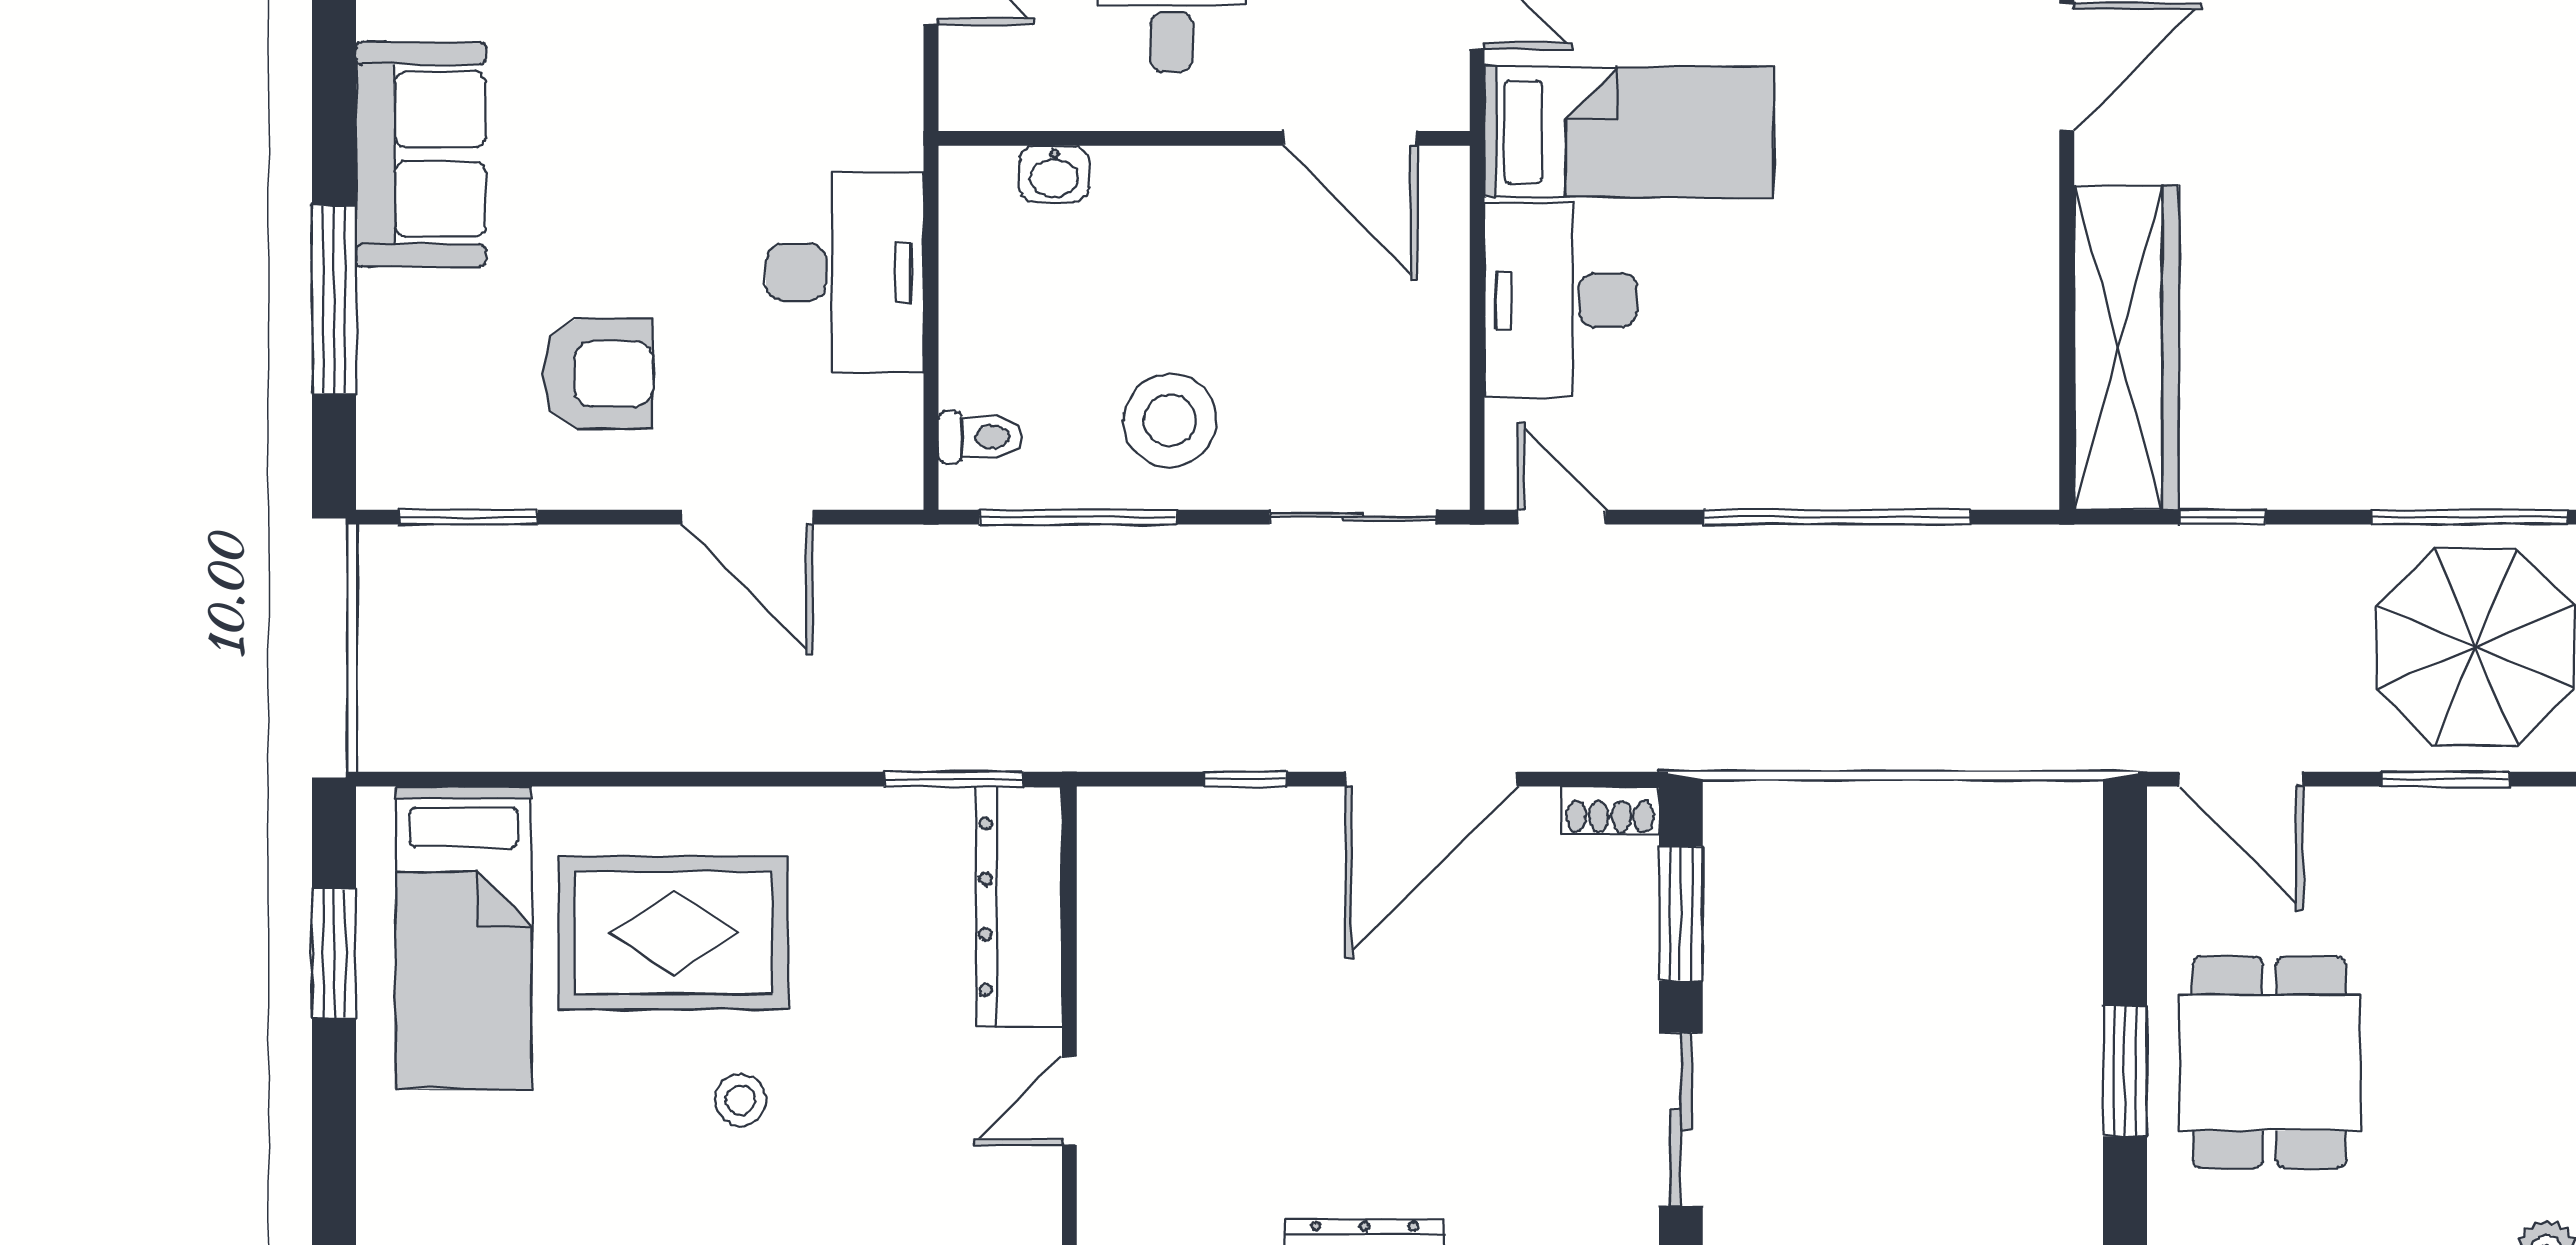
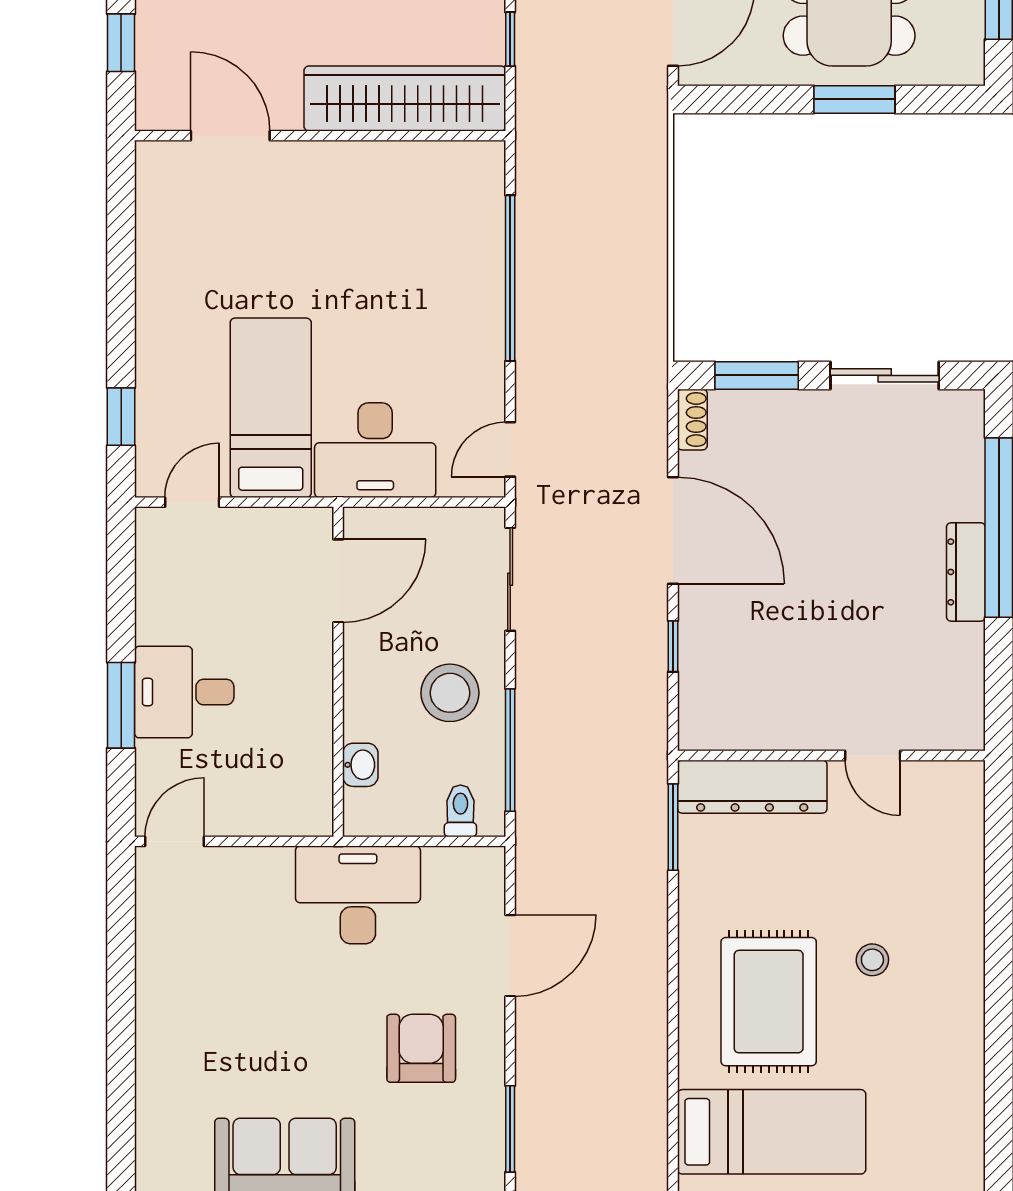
wall: (1204, 138) -> (338, 672), moved
door: (1350, 138) -> (338, 581), moved
washbasin: (1054, 174) -> (360, 765), moved

